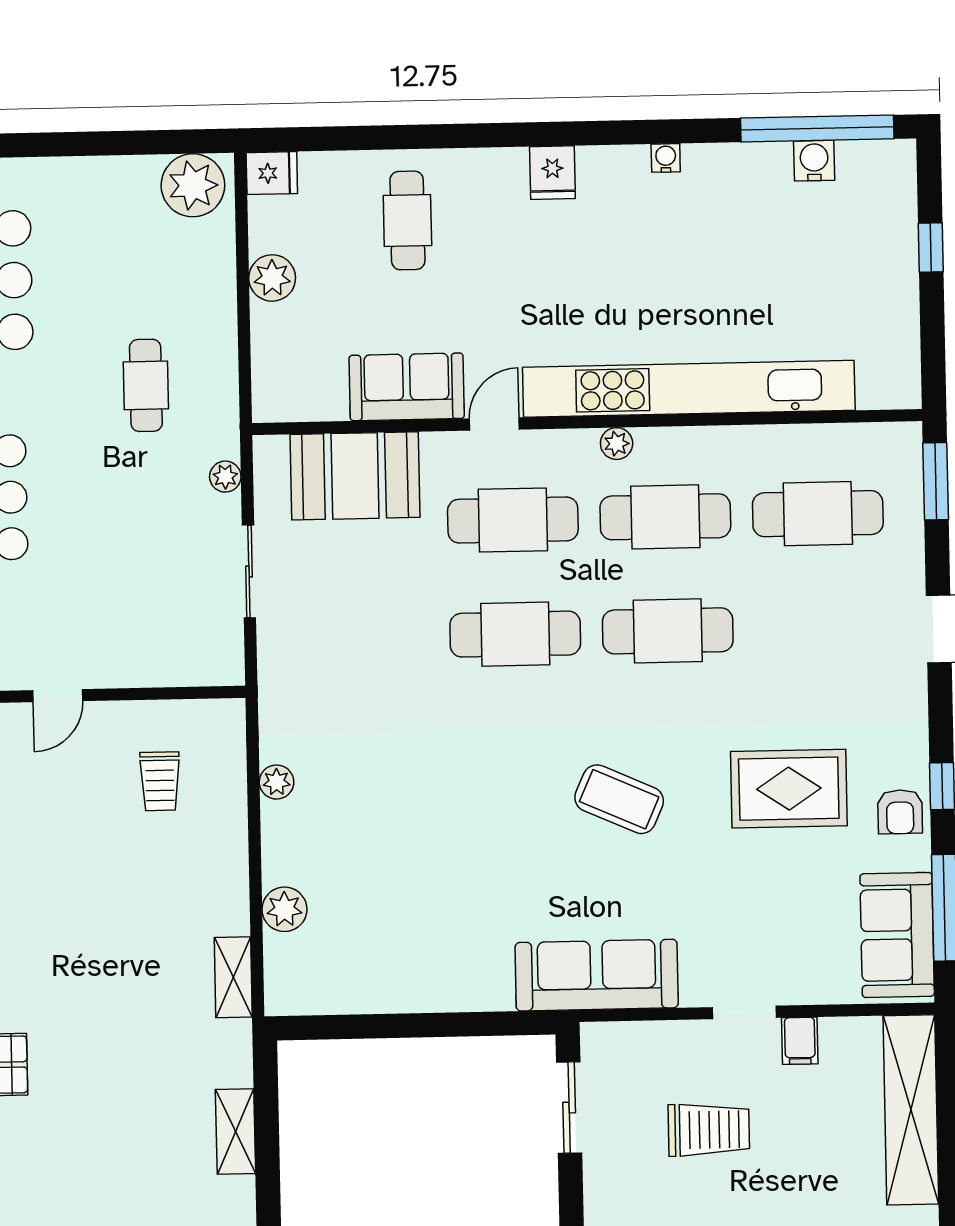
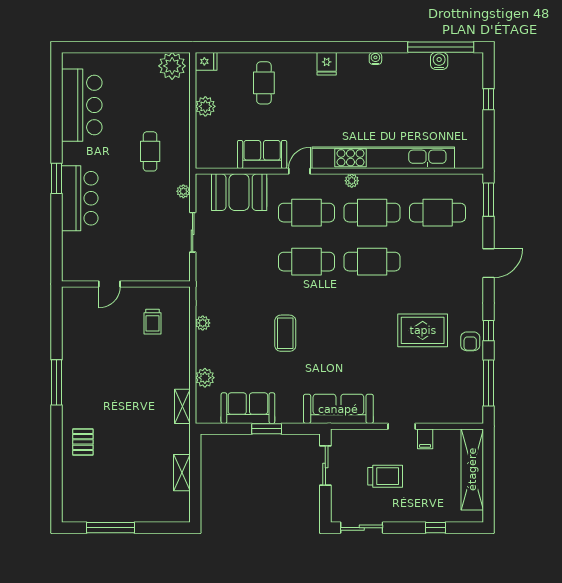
coffee table: (619, 799) -> (285, 333), moved, turned 66
sofa: (897, 935) -> (248, 408), moved, turned 90
window: (430, 1025) -> (267, 429), added

